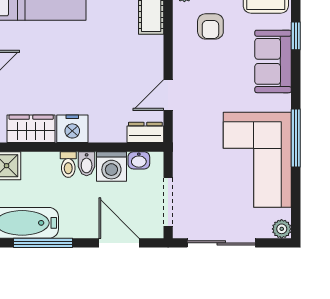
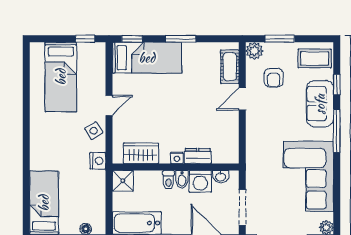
door: (168, 95) -> (242, 99), moved
nightstand: (72, 129) -> (177, 158), width x0.53, depth x0.56
dresser: (145, 132) -> (198, 156), moved
window: (296, 138) -> (337, 131), moved

